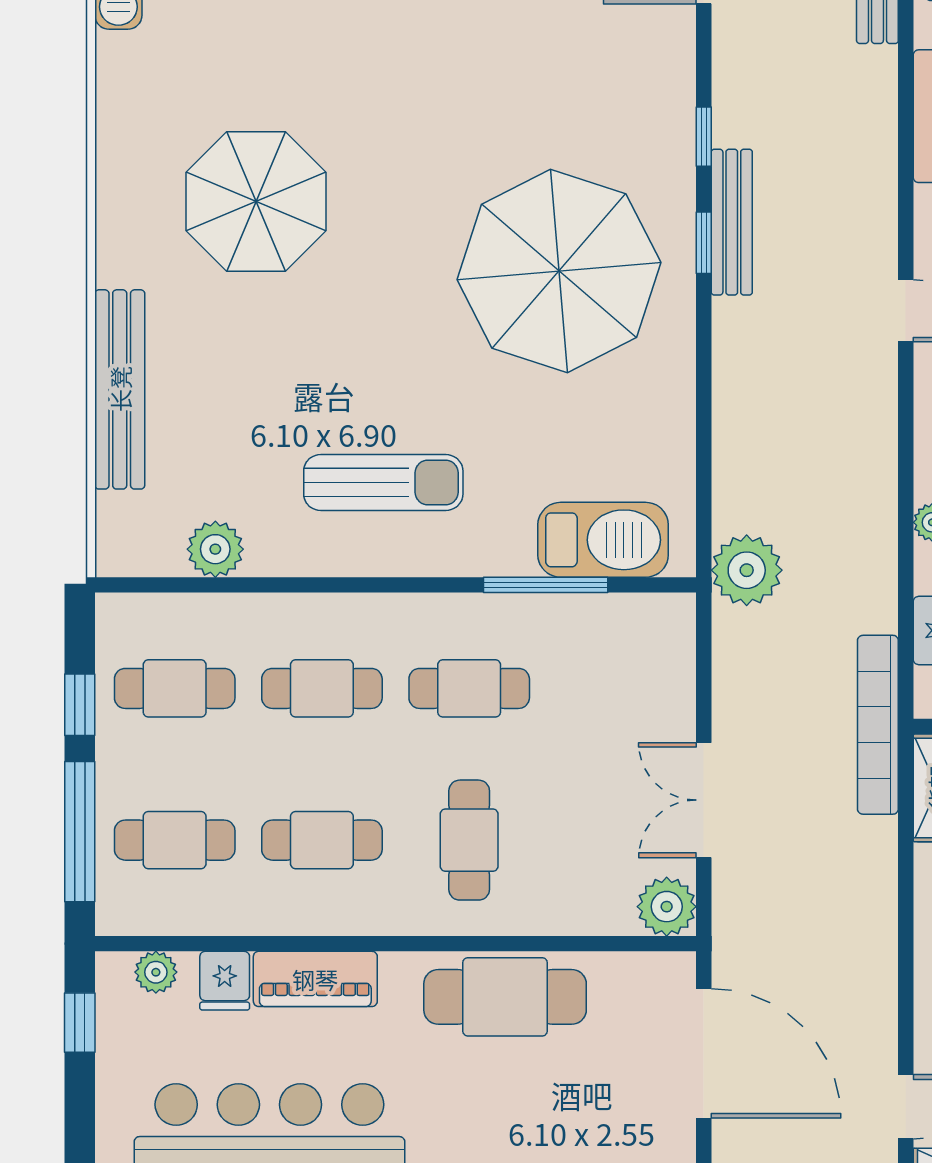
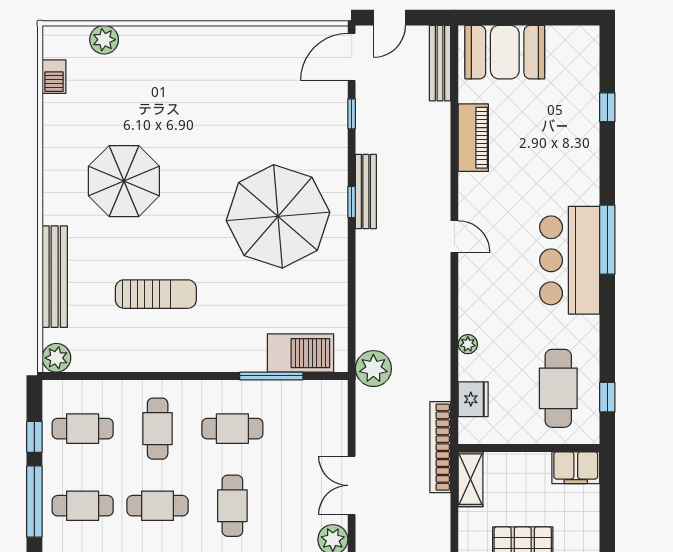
window: (704, 137) -> (352, 114), moved
sun lounger: (383, 482) -> (156, 294), moved
plant: (215, 549) -> (56, 358), moved
cafe table: (322, 688) -> (158, 429), turned 90

